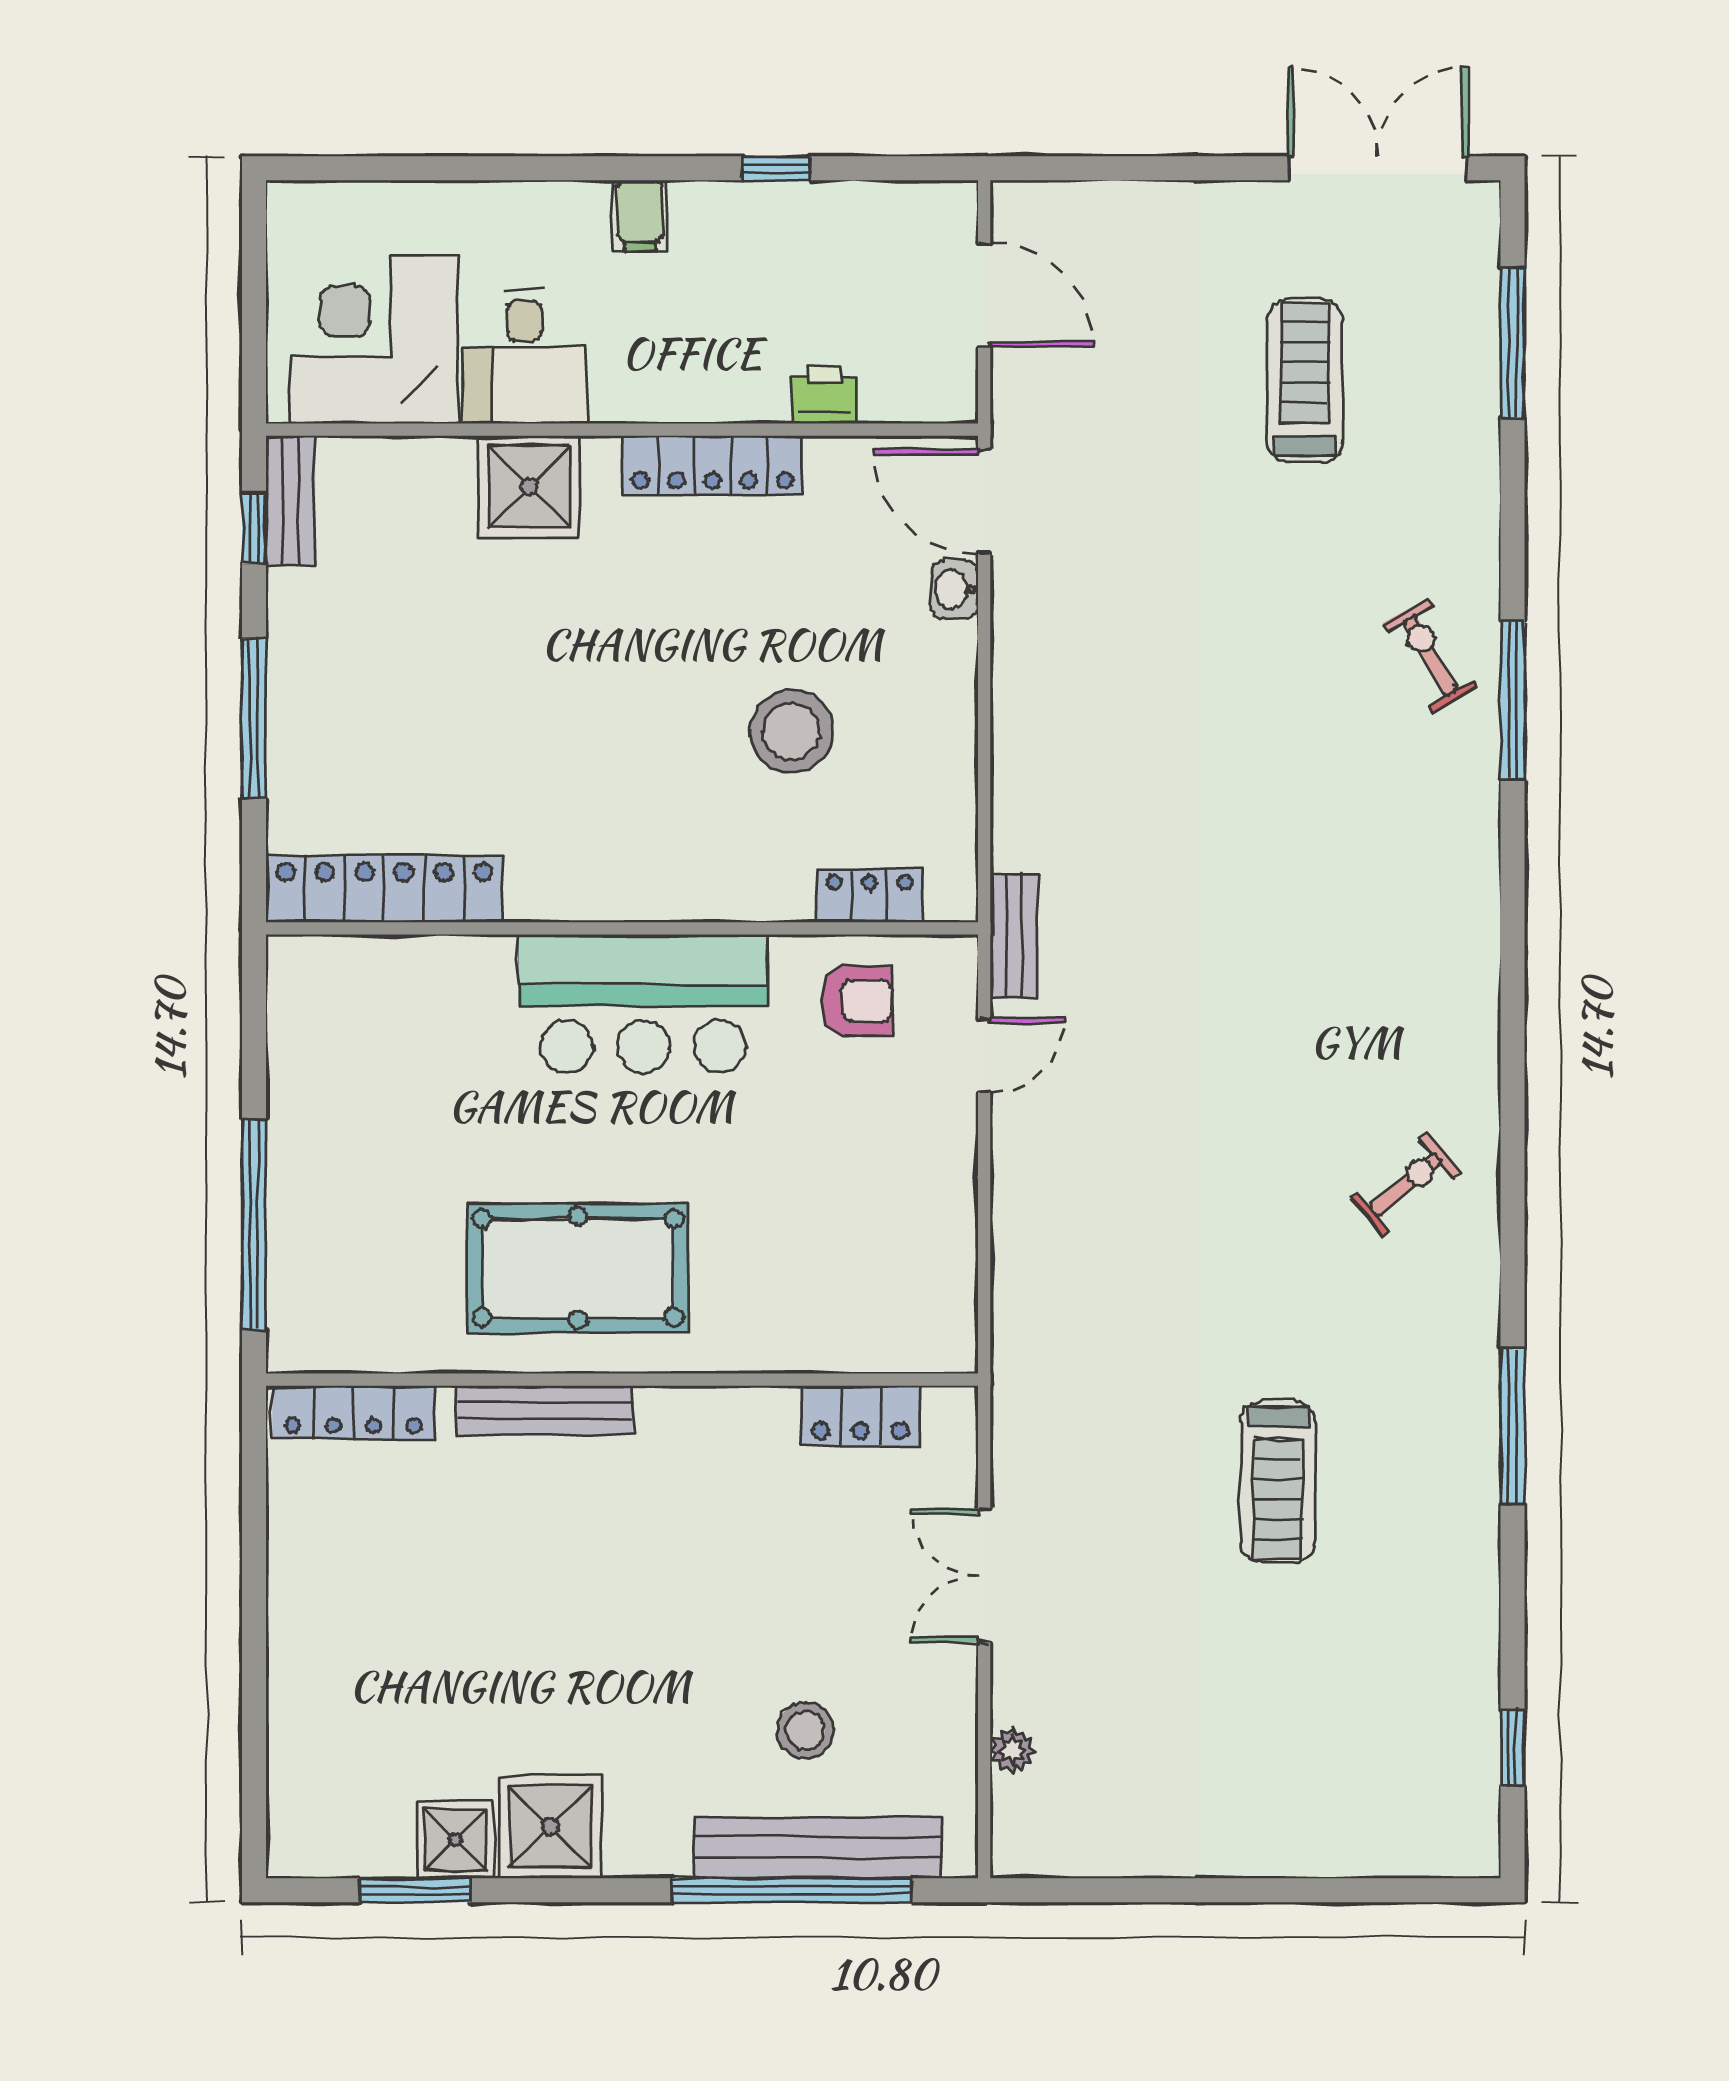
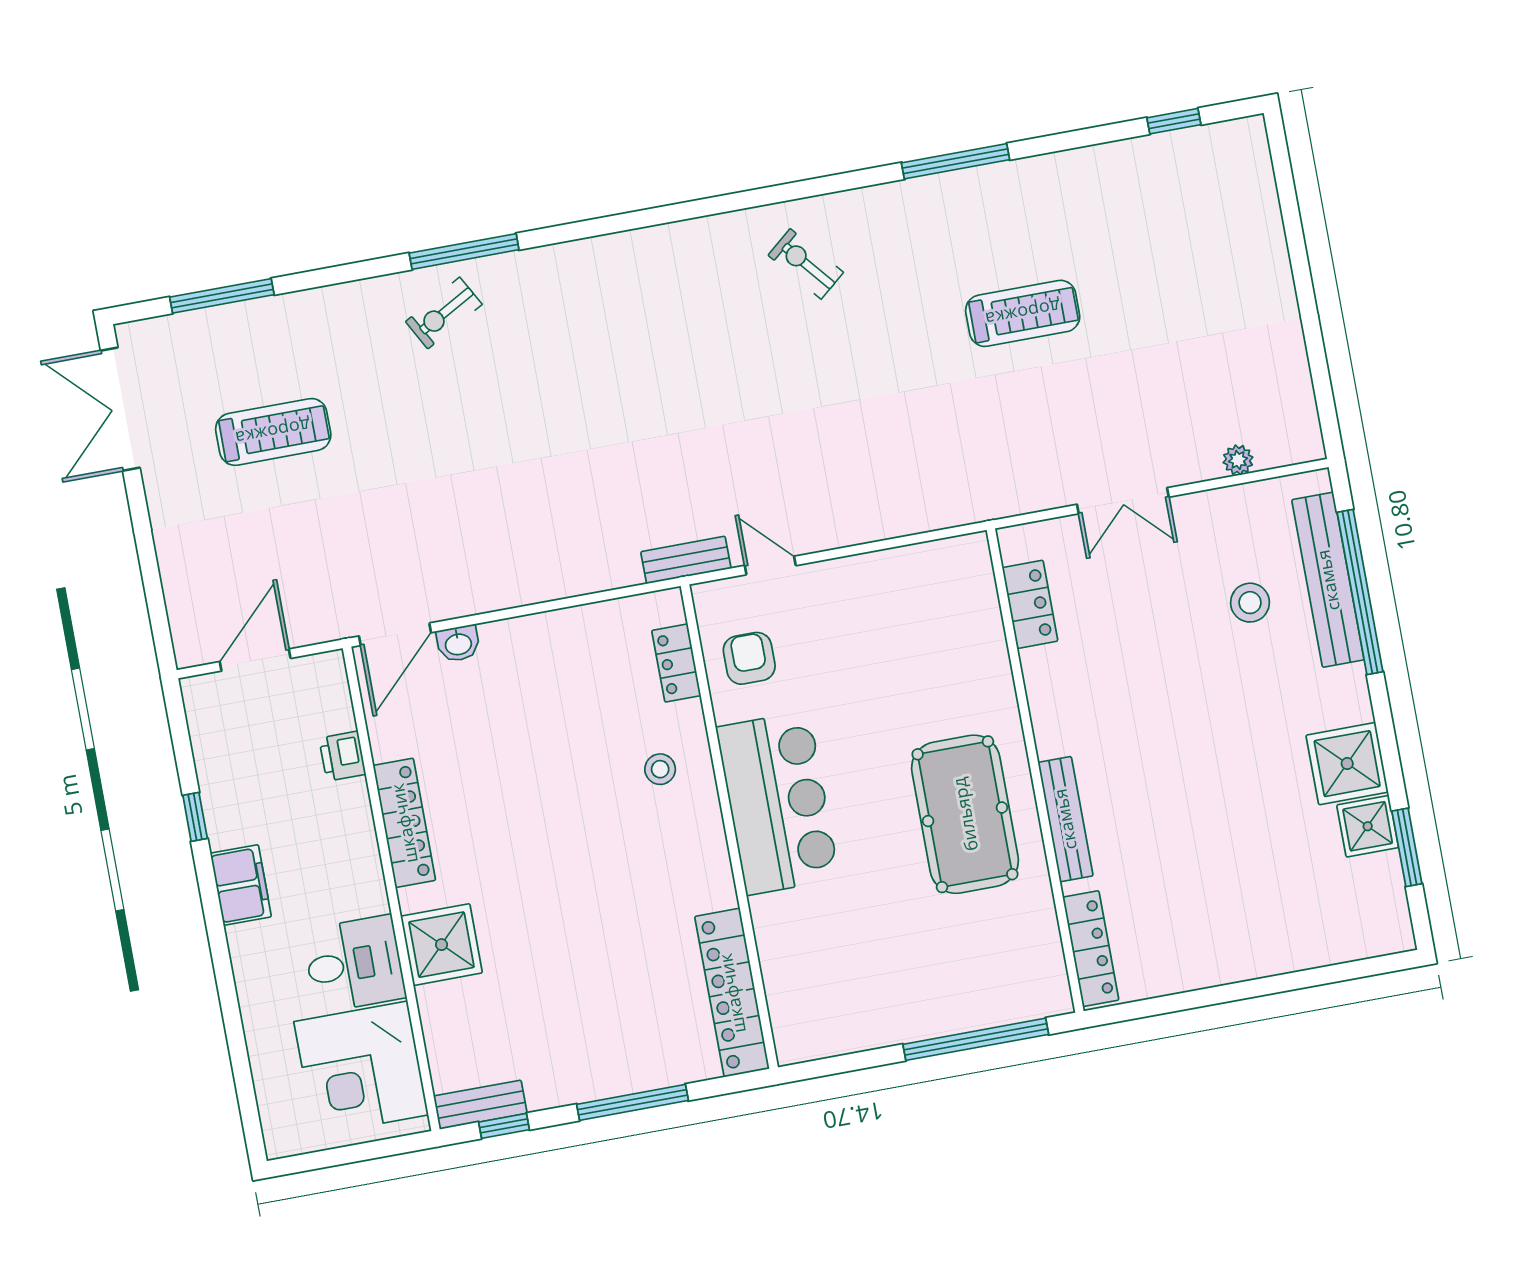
filing cabinet: (640, 216) -> (241, 885), width x2.00
treadmill: (1305, 381) -> (273, 432), turned 180
stool: (791, 731) -> (660, 769), moved, width x0.53, depth x0.53

